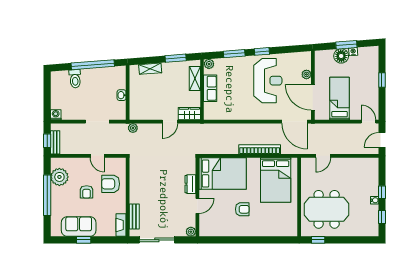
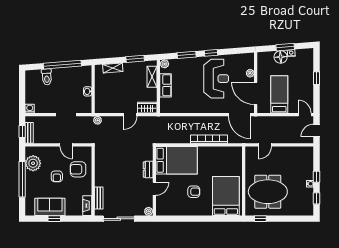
bed: (276, 180) -> (226, 196), moved, turned 180

